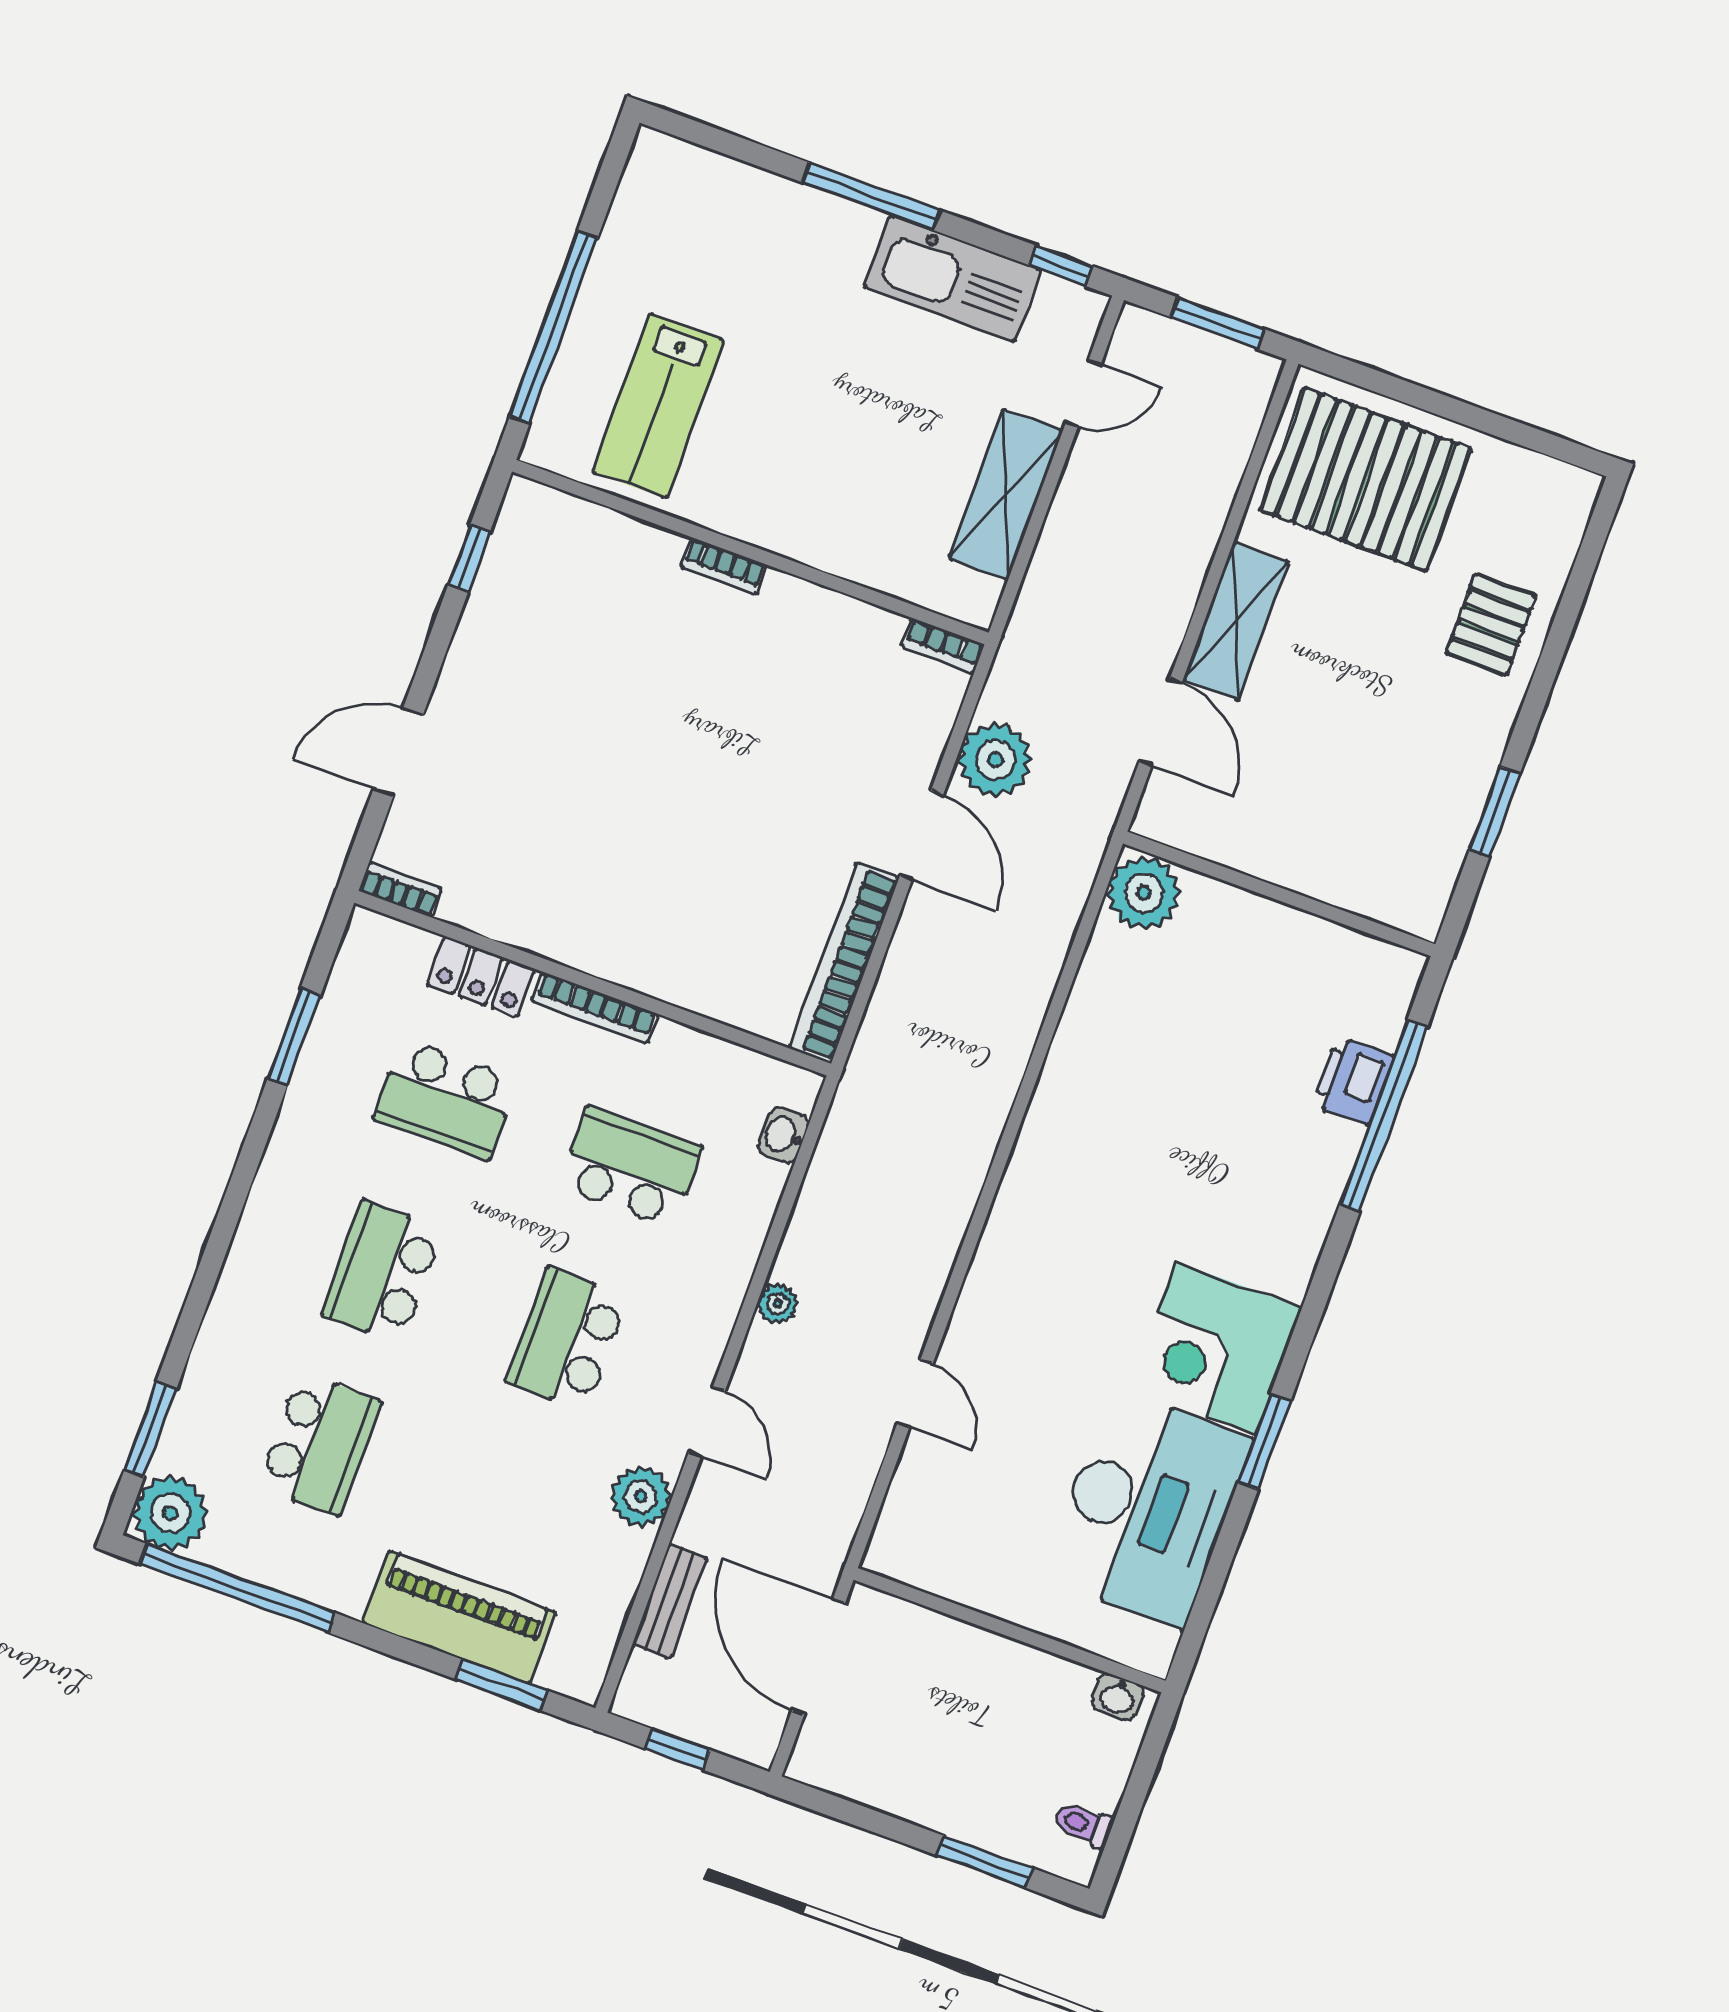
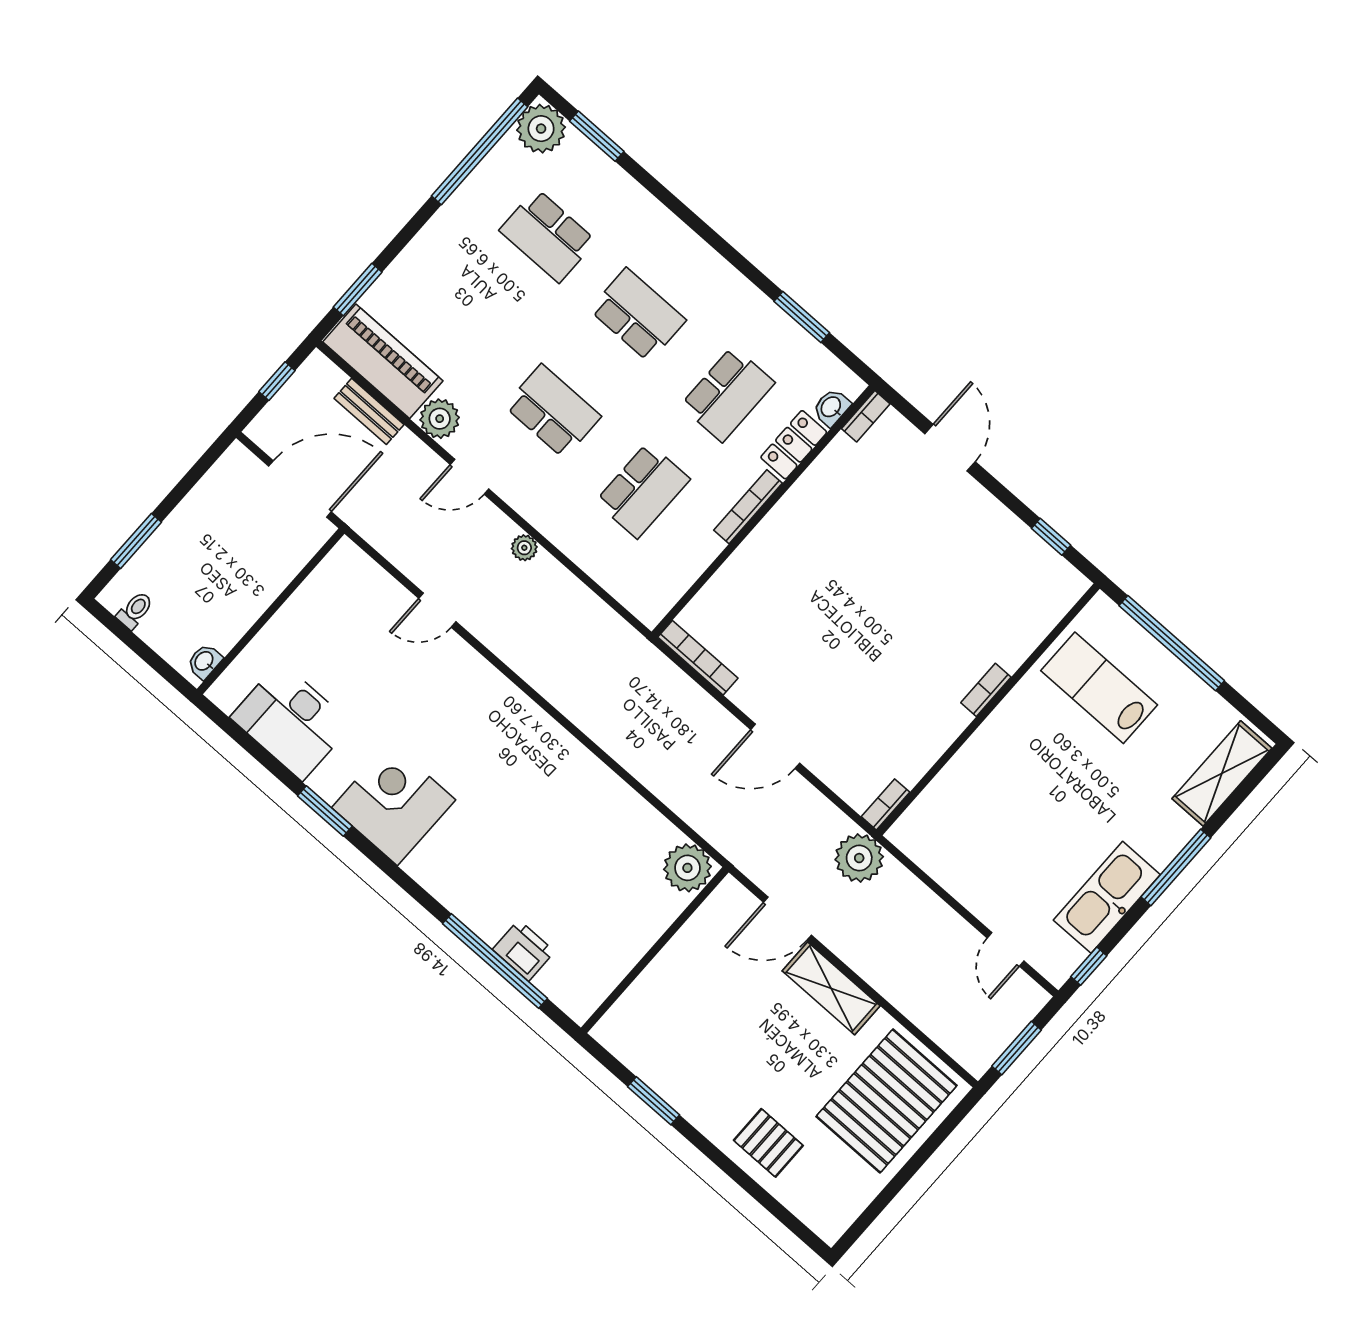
shelving: (1006, 494) -> (1222, 773), moved, turned 90
plant: (995, 760) -> (859, 858), moved
bookcase: (844, 963) -> (698, 658), width x0.68, depth x0.76
school desk: (446, 1099) -> (728, 394), turned 180
washbasin: (783, 1135) -> (831, 407), moved, turned -90
desk: (1147, 1508) -> (291, 721), width x0.73, depth x0.77
piano: (459, 1617) -> (383, 361), moved, turned -90

